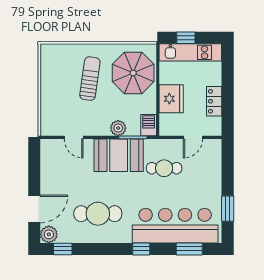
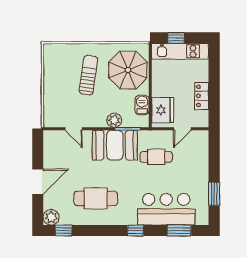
fridge: (171, 99) -> (163, 110), moved
barbecue: (149, 125) -> (142, 105), moved
door: (34, 209) -> (38, 182), moved
bar counter: (175, 226) -> (166, 209), width x0.73

